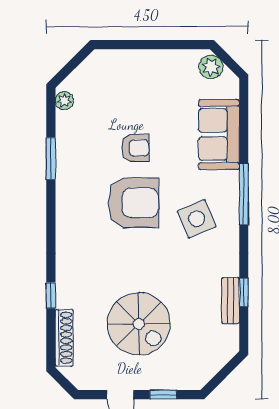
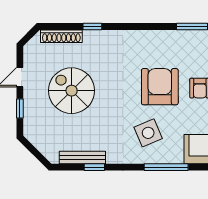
armchair: (133, 203) -> (160, 87), turned 180
bench: (230, 301) -> (82, 158), width x1.36
spiral stairs: (139, 324) -> (72, 91), turned 90

